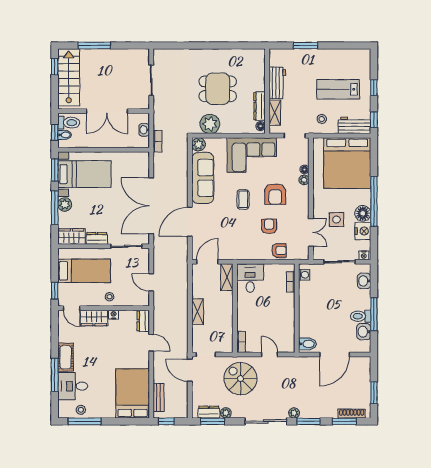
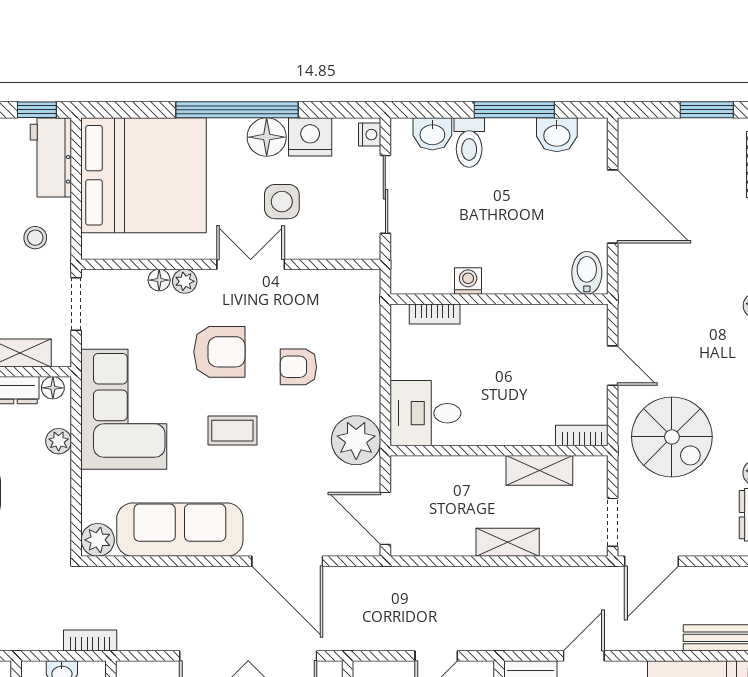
plant: (210, 124) -> (59, 441), moved, width x0.53, depth x0.53
double door: (311, 232) -> (251, 264), moved
plant: (239, 250) -> (356, 440), added
armchair: (279, 250) -> (358, 342), removed
washing machine: (304, 275) -> (468, 281), moved
shelving: (227, 277) -> (539, 470), moved
toilet: (361, 316) -> (469, 142), moved
door: (270, 354) -> (613, 366), swing flipped
spiral stairs: (240, 379) -> (672, 437), turned -90

